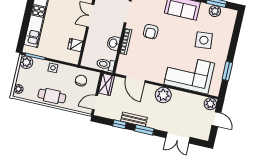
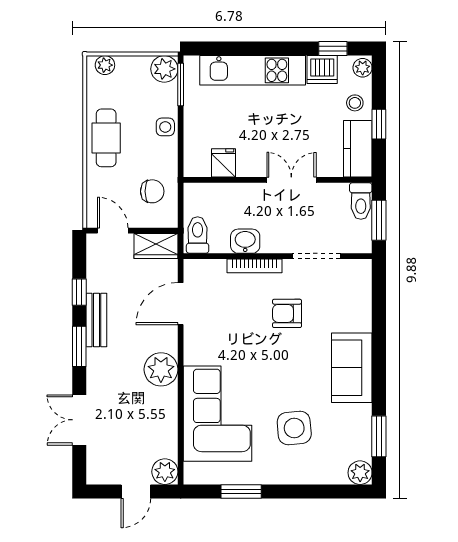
plant: (215, 11) -> (360, 473), moved

